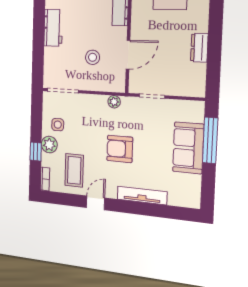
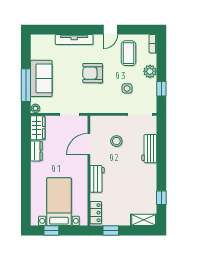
workbench: (53, 28) -> (149, 149), moved
wardrobe: (196, 80) -> (38, 128), added
plant: (114, 102) -> (35, 108), moved
side table: (58, 125) -> (127, 88), moved
armchair: (120, 149) -> (93, 73), turned 180
window: (36, 152) -> (161, 89), moved

